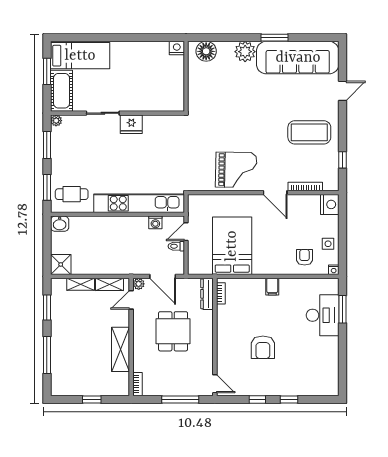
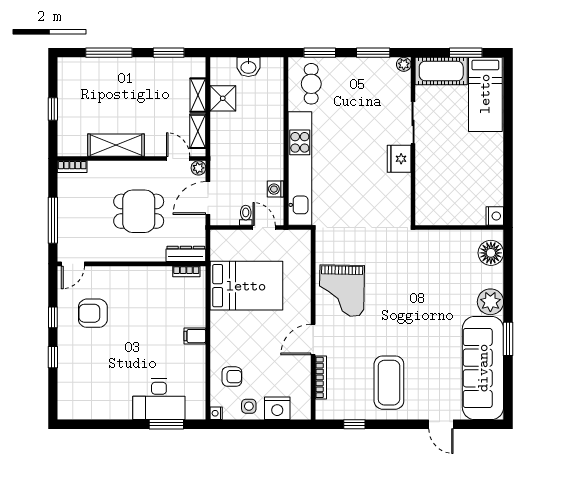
nightstand: (330, 204) -> (277, 408), moved
washbasin: (60, 224) -> (248, 67), moved, turned -90
shower: (61, 264) -> (223, 98), moved
armchair: (263, 347) -> (93, 313), moved

